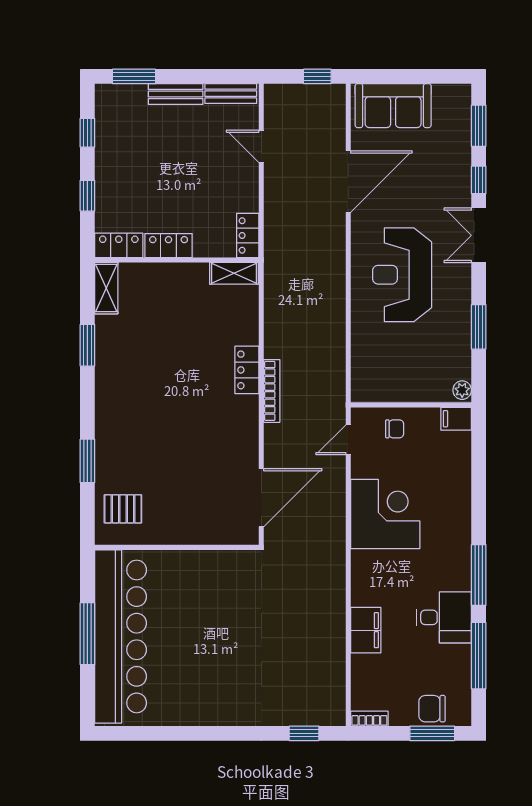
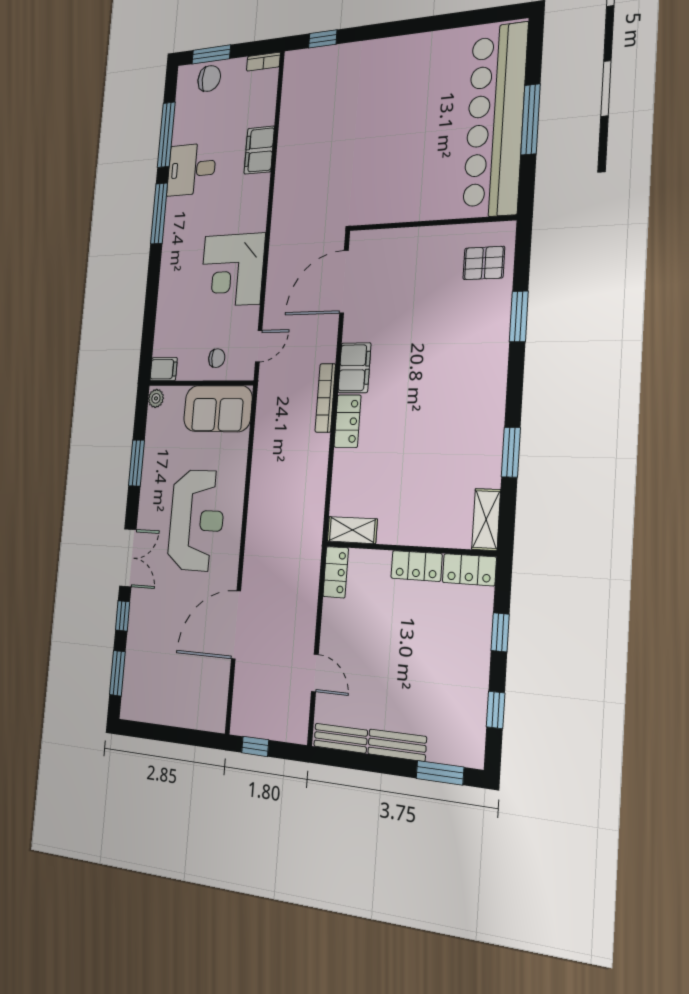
sofa: (393, 106) -> (218, 409), moved, turned 180
filing cabinet: (244, 418) -> (354, 368), added
chair: (395, 429) -> (217, 358), turned 180

